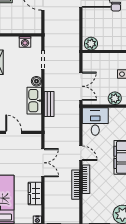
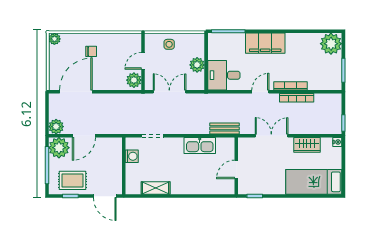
door: (108, 51) -> (143, 61), added
boiler: (36, 81) -> (177, 143), removed
double door: (81, 86) -> (169, 92), moved
plant: (115, 98) -> (197, 65), moved
bench: (49, 104) -> (225, 128), moved

